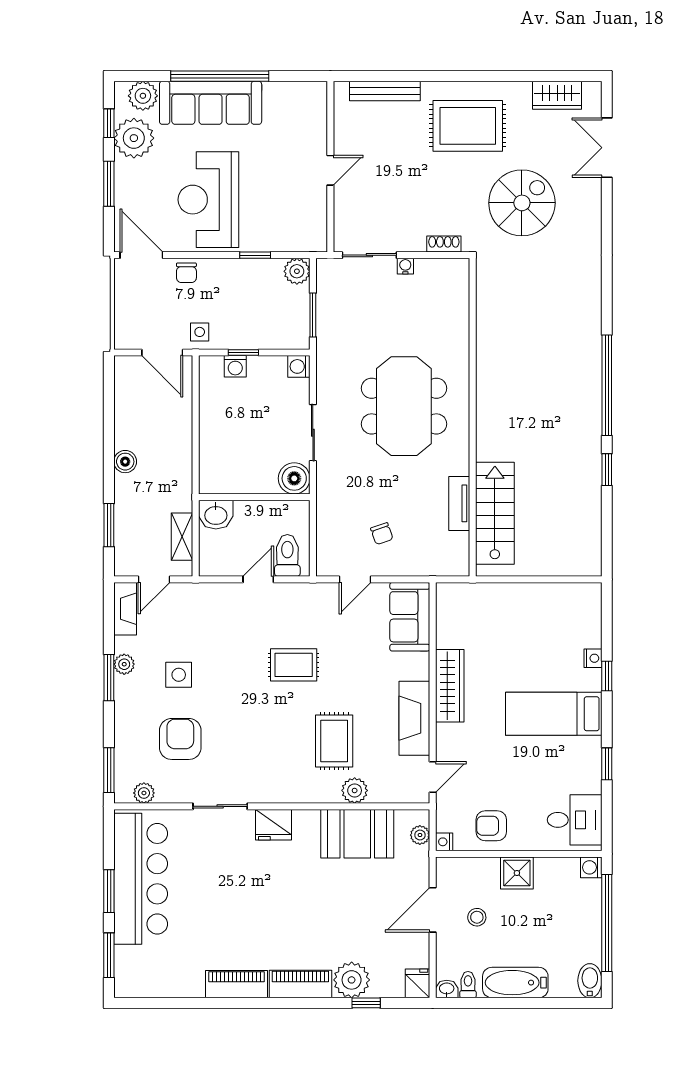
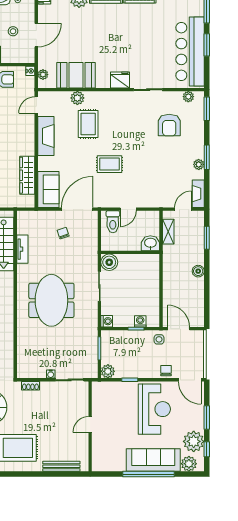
door: (355, 579) -> (77, 209), width x1.87
side table: (179, 675) -> (170, 159), removed
wardrobe: (450, 686) -> (27, 175), moved

